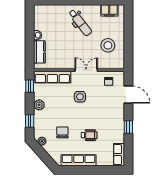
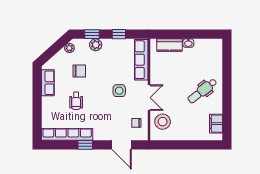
stool: (108, 45) -> (163, 122), moved
window: (30, 86) -> (119, 34), moved
door: (128, 95) -> (122, 145), hinge flipped
plant: (39, 105) -> (96, 45), moved
row of seats: (119, 155) -> (67, 134), width x2.02
row of seats: (79, 160) -> (48, 83), width x0.68

